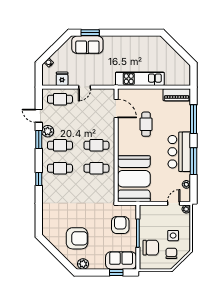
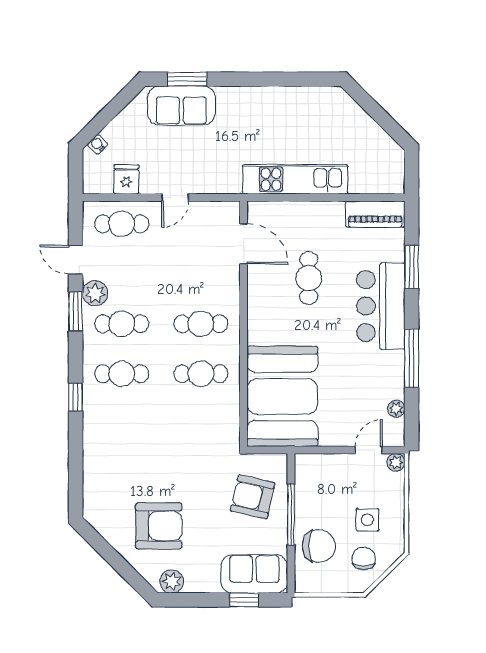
window: (193, 119) -> (412, 267), width x0.69
bar counter: (179, 152) -> (381, 306), moved
armchair: (120, 225) -> (253, 497), turned -77

